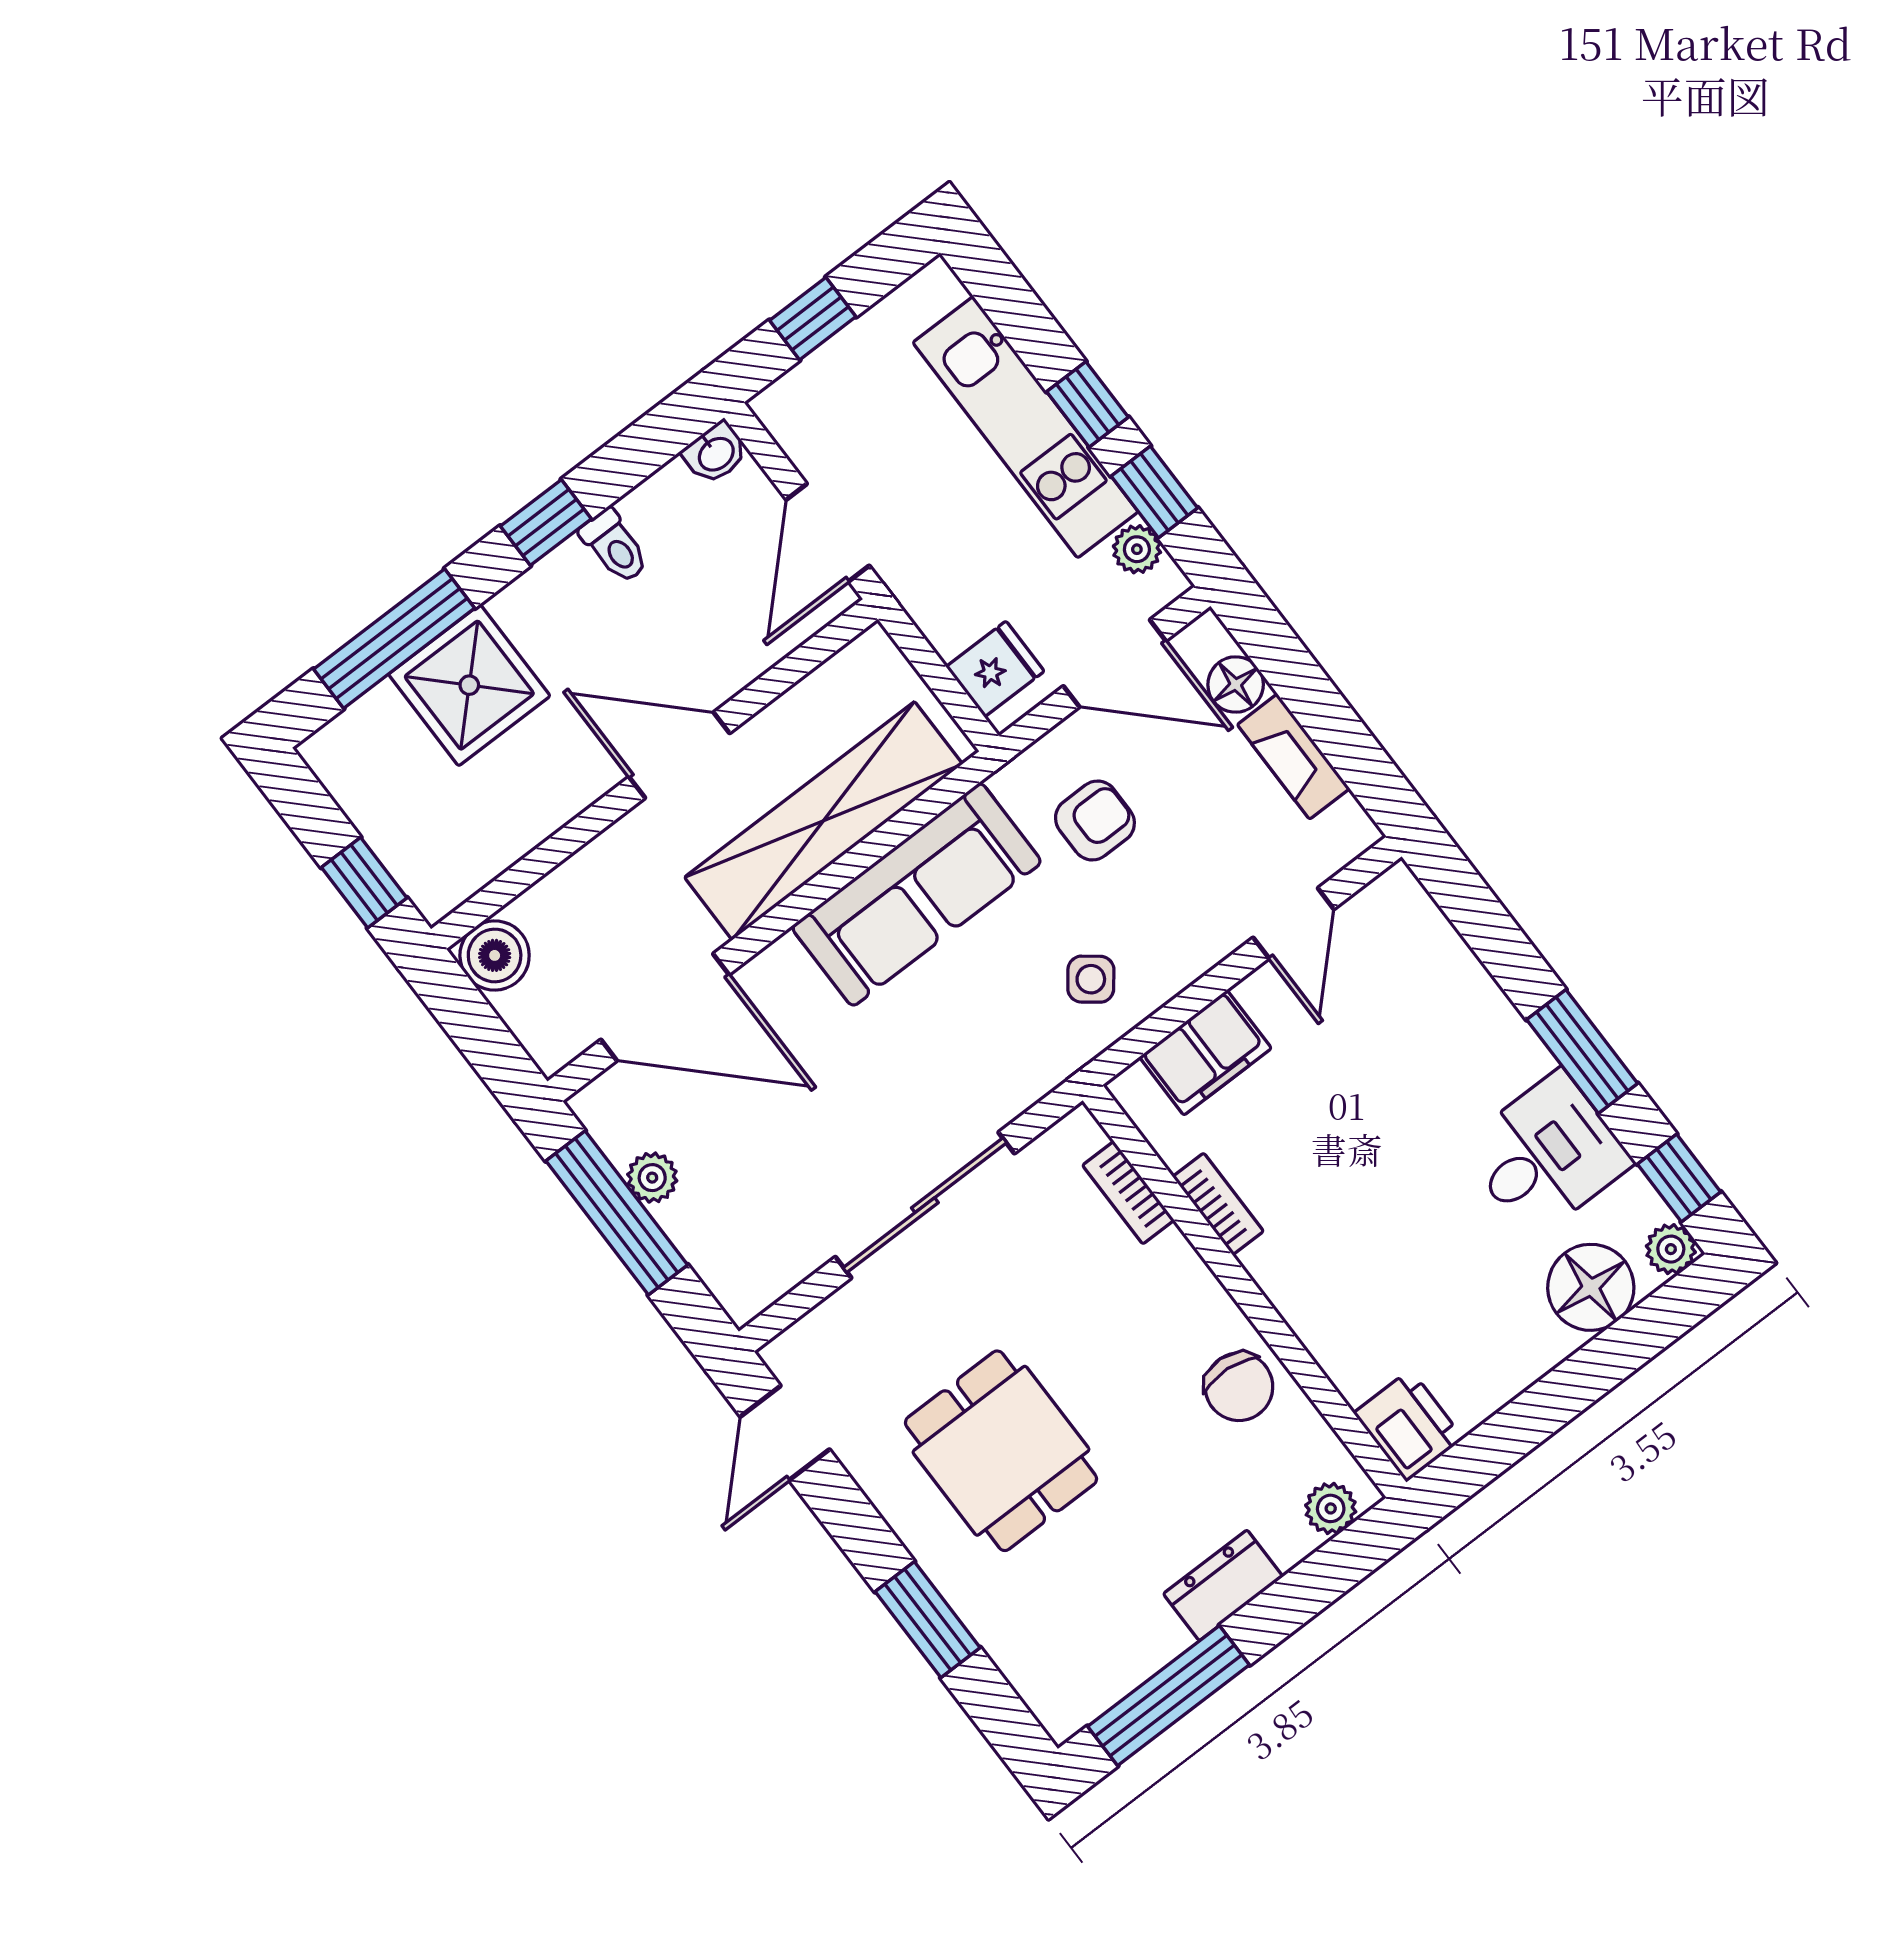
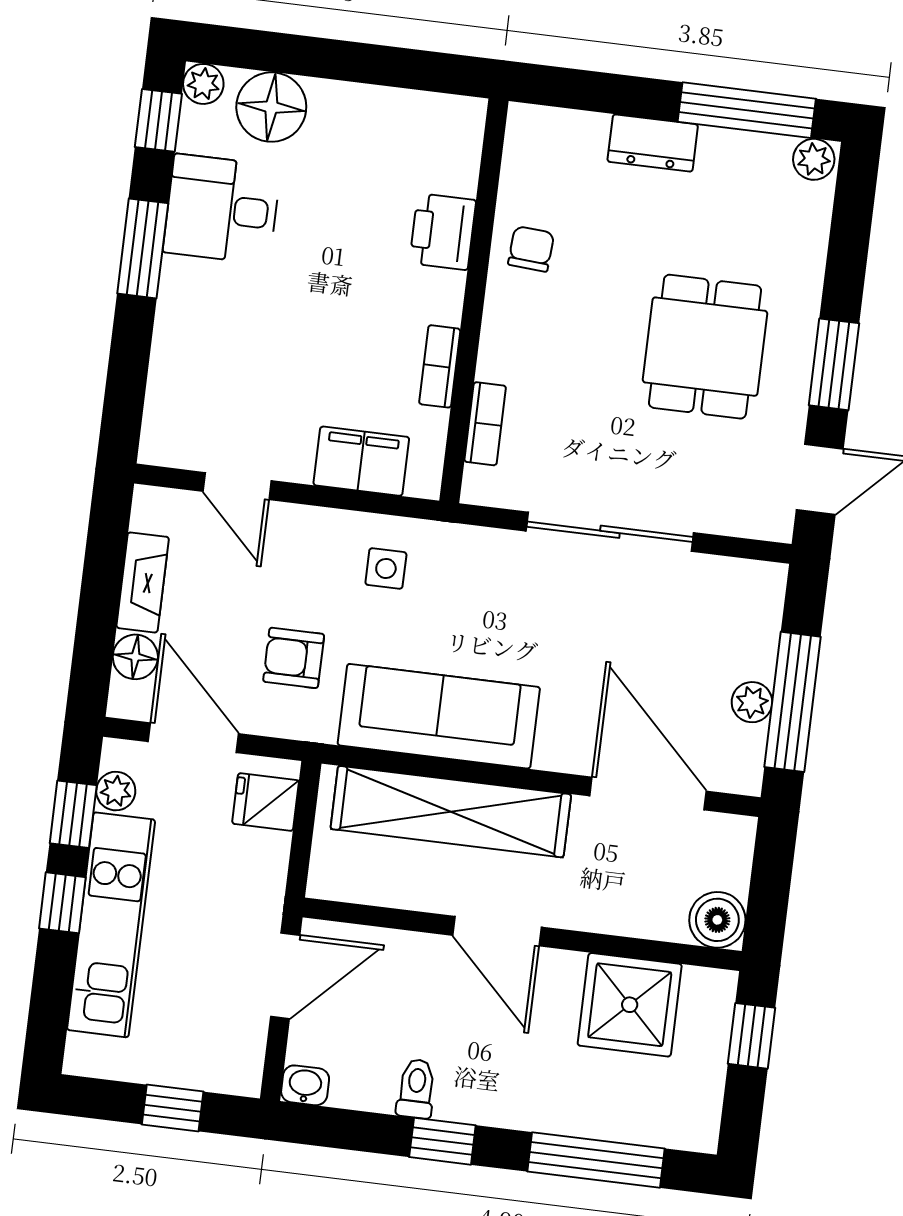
shower: (469, 685) -> (630, 1005), moved
door: (1293, 923) -> (237, 486), swing flipped
side table: (1091, 979) -> (386, 568), turned -38
chair: (1239, 1387) -> (531, 249), width x0.73, depth x0.73
printer: (1408, 1426) -> (443, 232), moved
plant: (1331, 1508) -> (814, 159), moved
window: (928, 1620) -> (834, 364), moved

